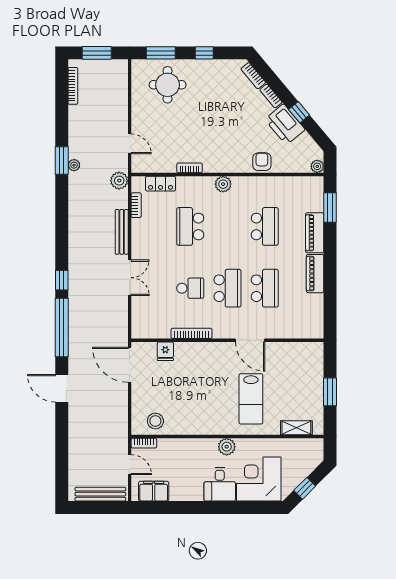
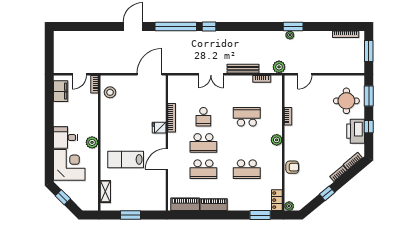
printer: (285, 124) -> (356, 131), moved, turned -50
locker: (161, 184) -> (277, 200), moved
piano: (315, 233) -> (185, 204), moved
fridge: (165, 351) -> (159, 128), moved
bench: (100, 494) -> (59, 54), removed

